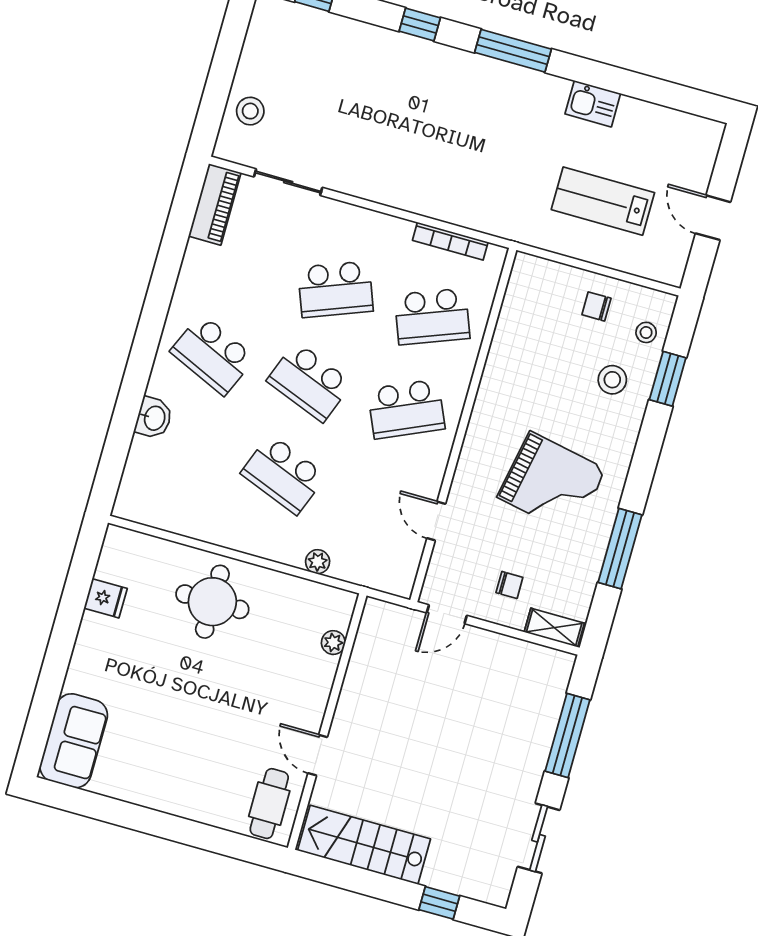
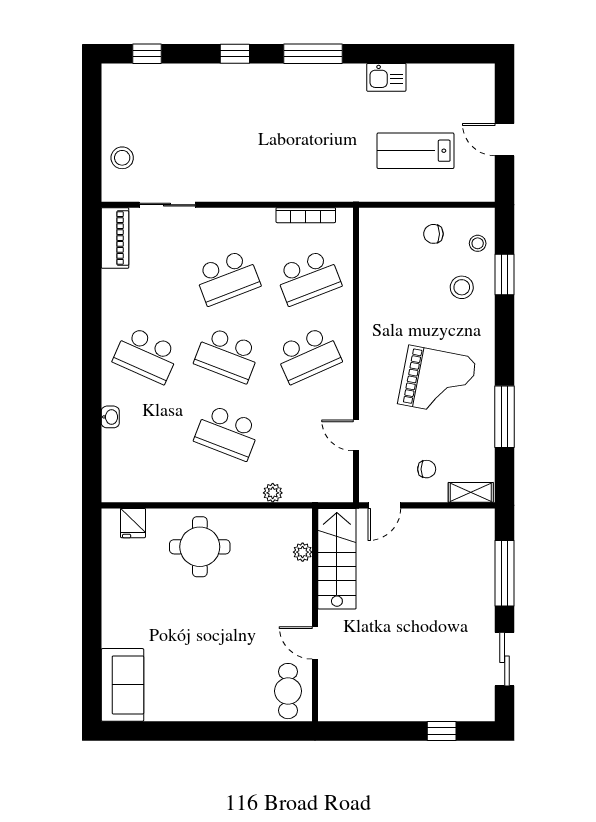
washbasin: (154, 418) -> (110, 417), width x0.72, depth x0.69
fridge: (106, 598) -> (133, 523), moved, turned 90
stairs: (364, 845) -> (337, 559), moved, turned 90

